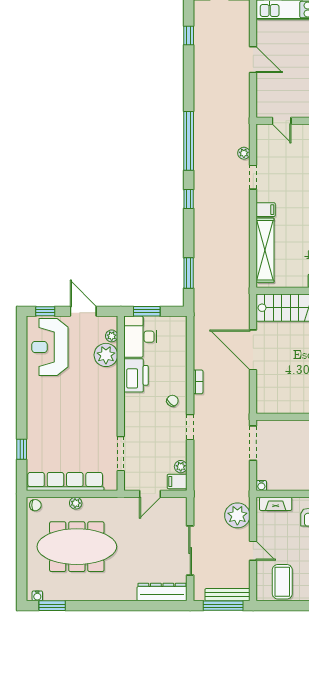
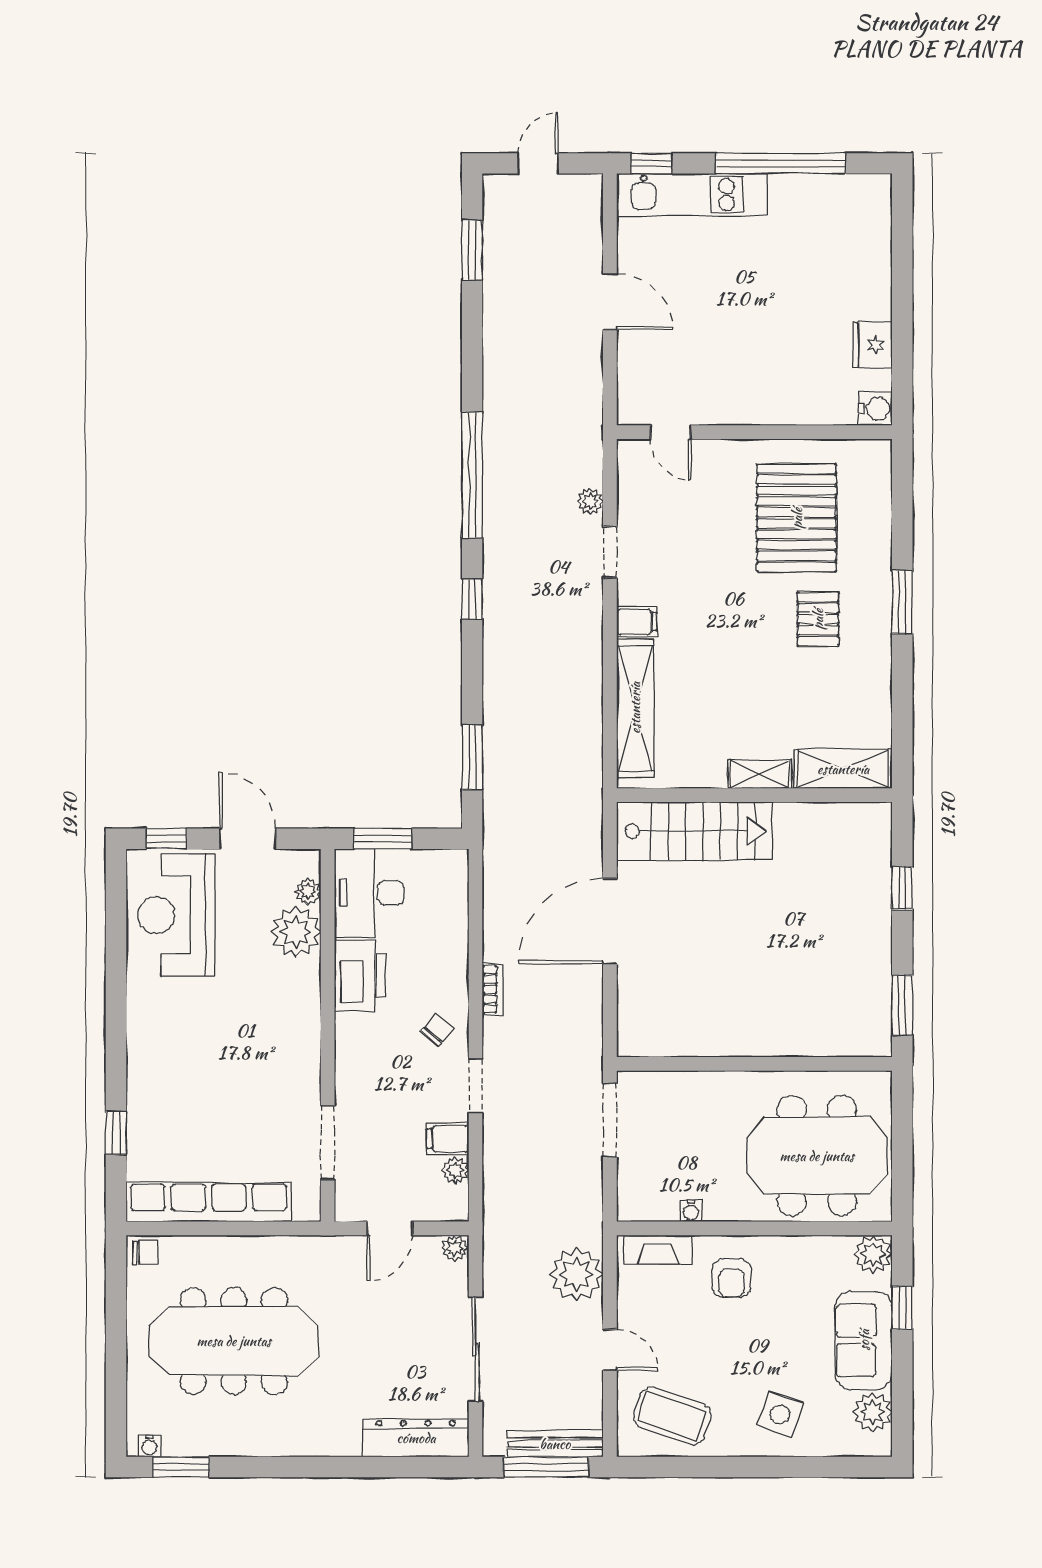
window: (189, 35) -> (472, 250), width x1.50
door: (253, 350) -> (610, 921), hinge flipped
filing cabinet: (177, 482) -> (448, 1138), moved
water cooler: (261, 486) -> (691, 1211), moved
plant: (76, 503) -> (455, 1248), moved
coffee table: (282, 582) -> (672, 1416), turned -71

